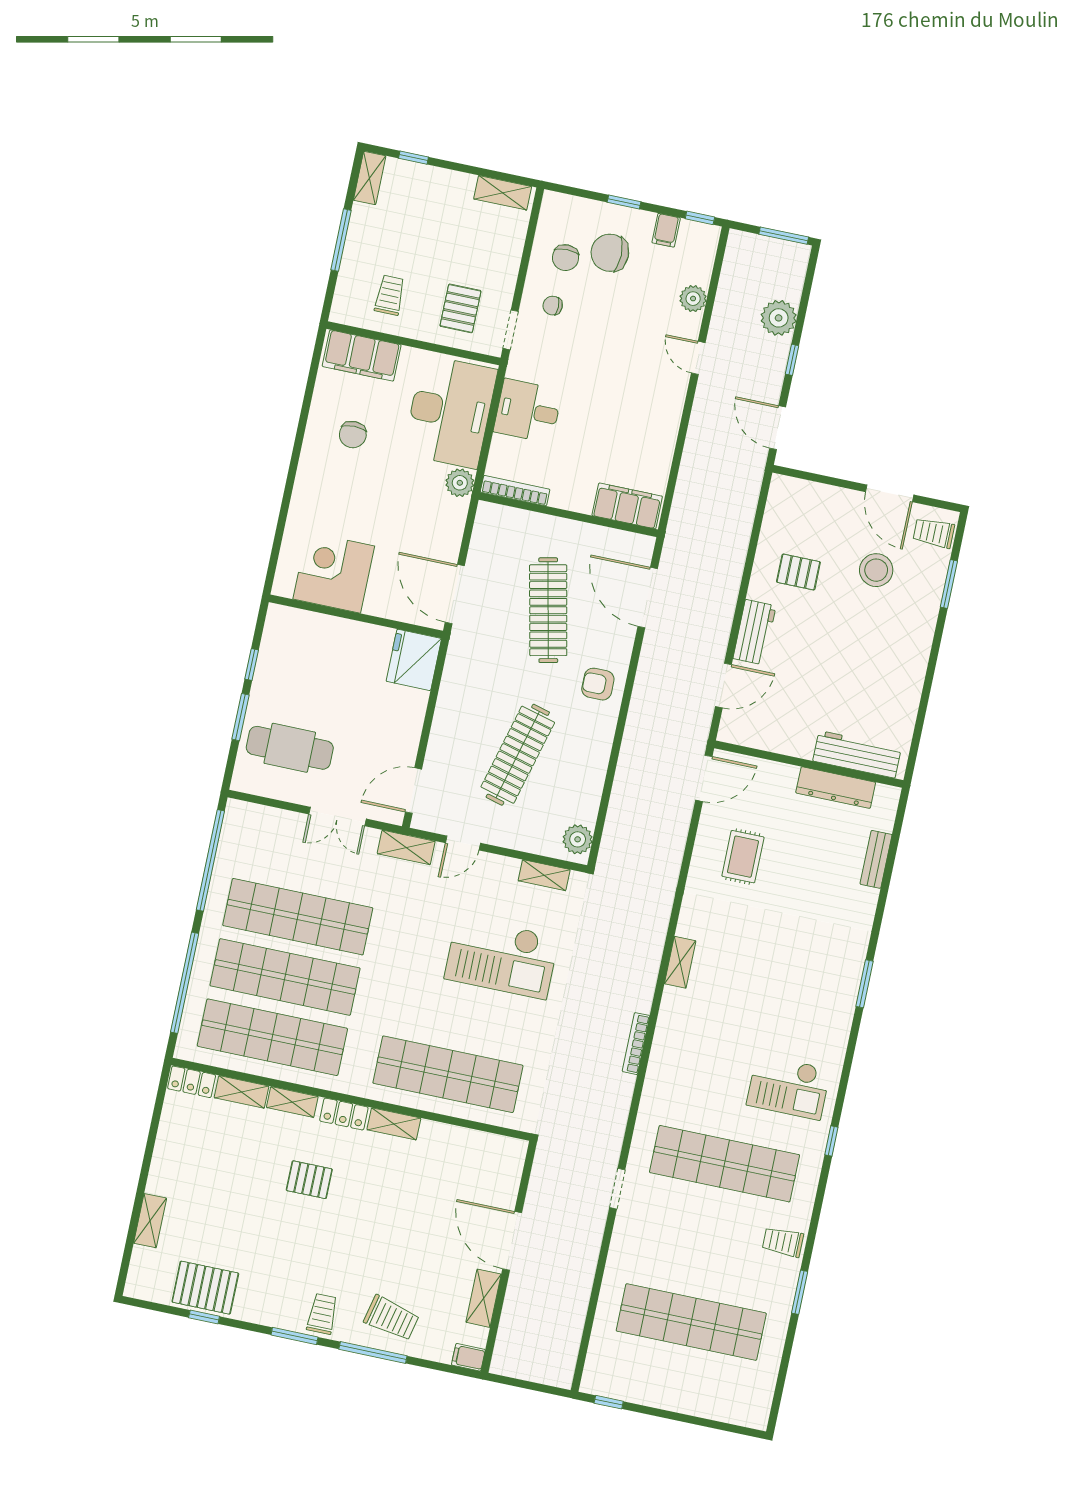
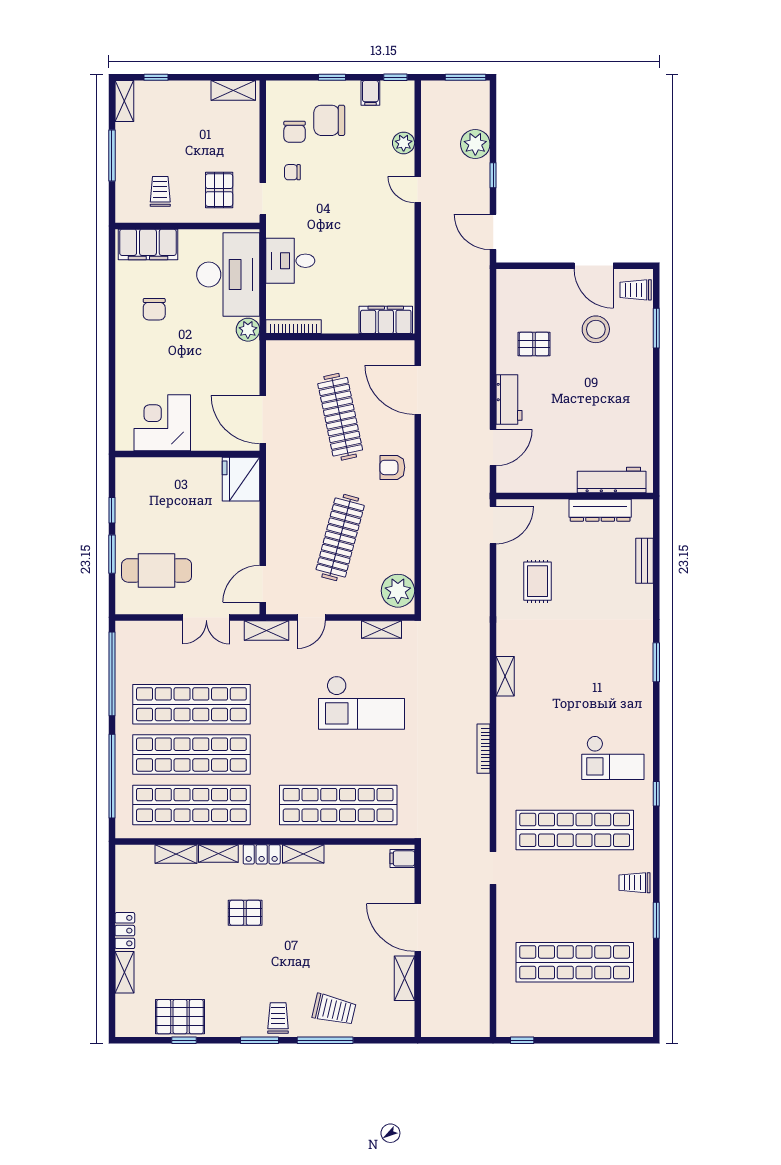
plant: (578, 839) -> (398, 591), width x1.36, depth x1.36
locker: (192, 1082) -> (125, 931), moved, turned -90
filing cabinet: (468, 1357) -> (402, 858), moved

